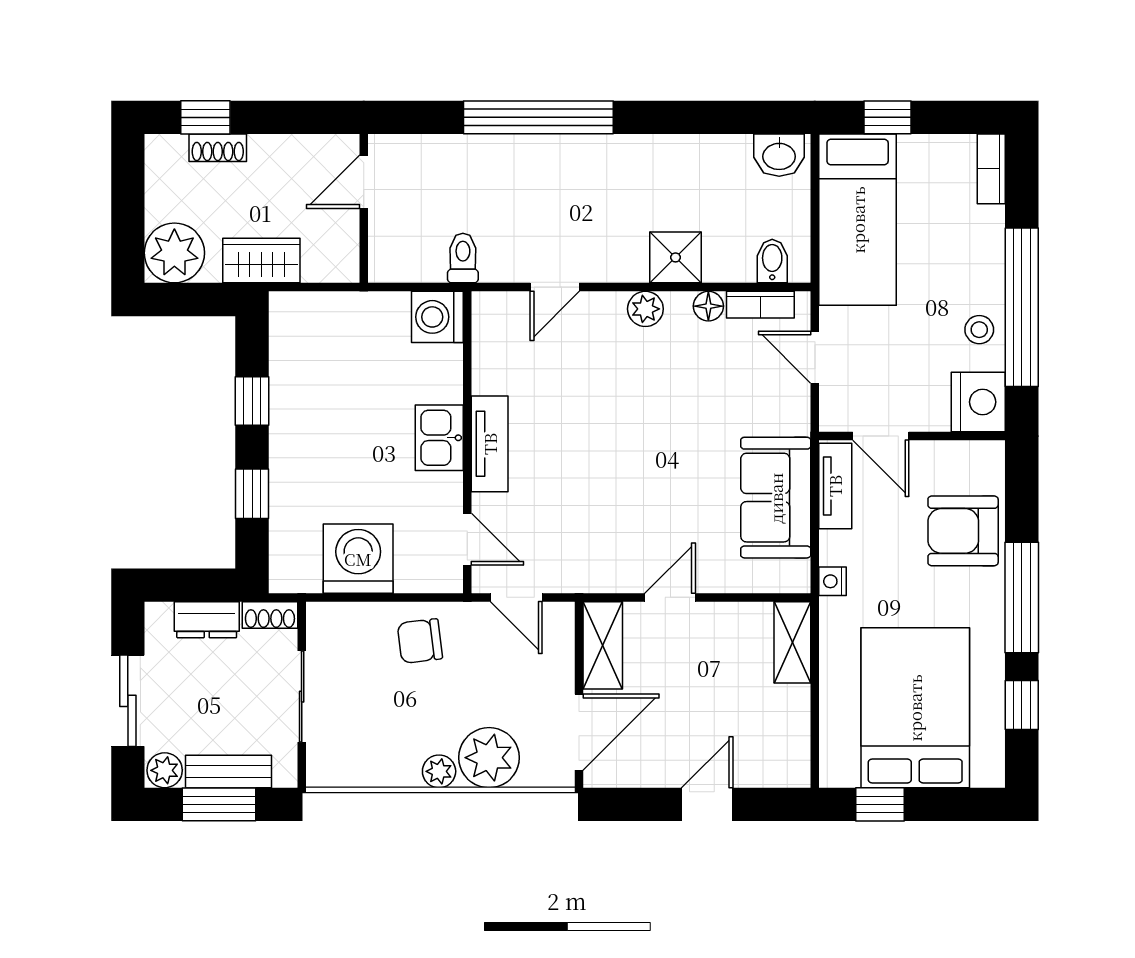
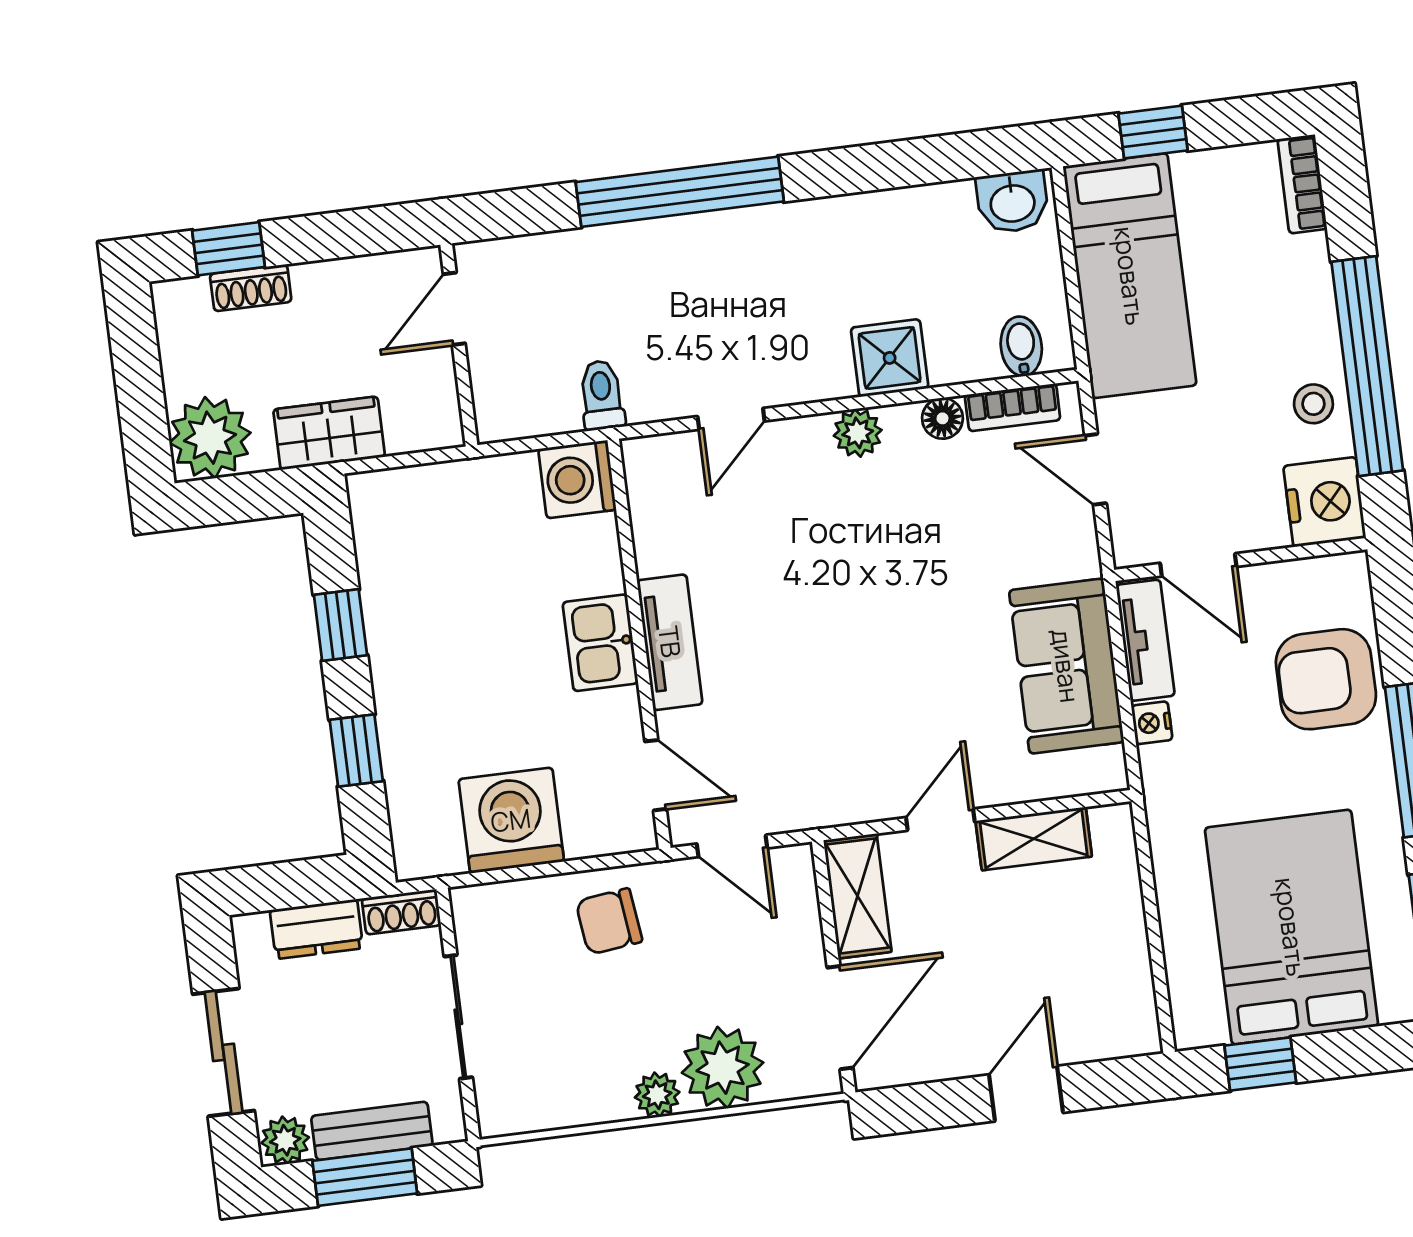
nightstand: (832, 581) -> (1152, 723), moved
shelving: (792, 642) -> (1034, 839), moved, turned 90

